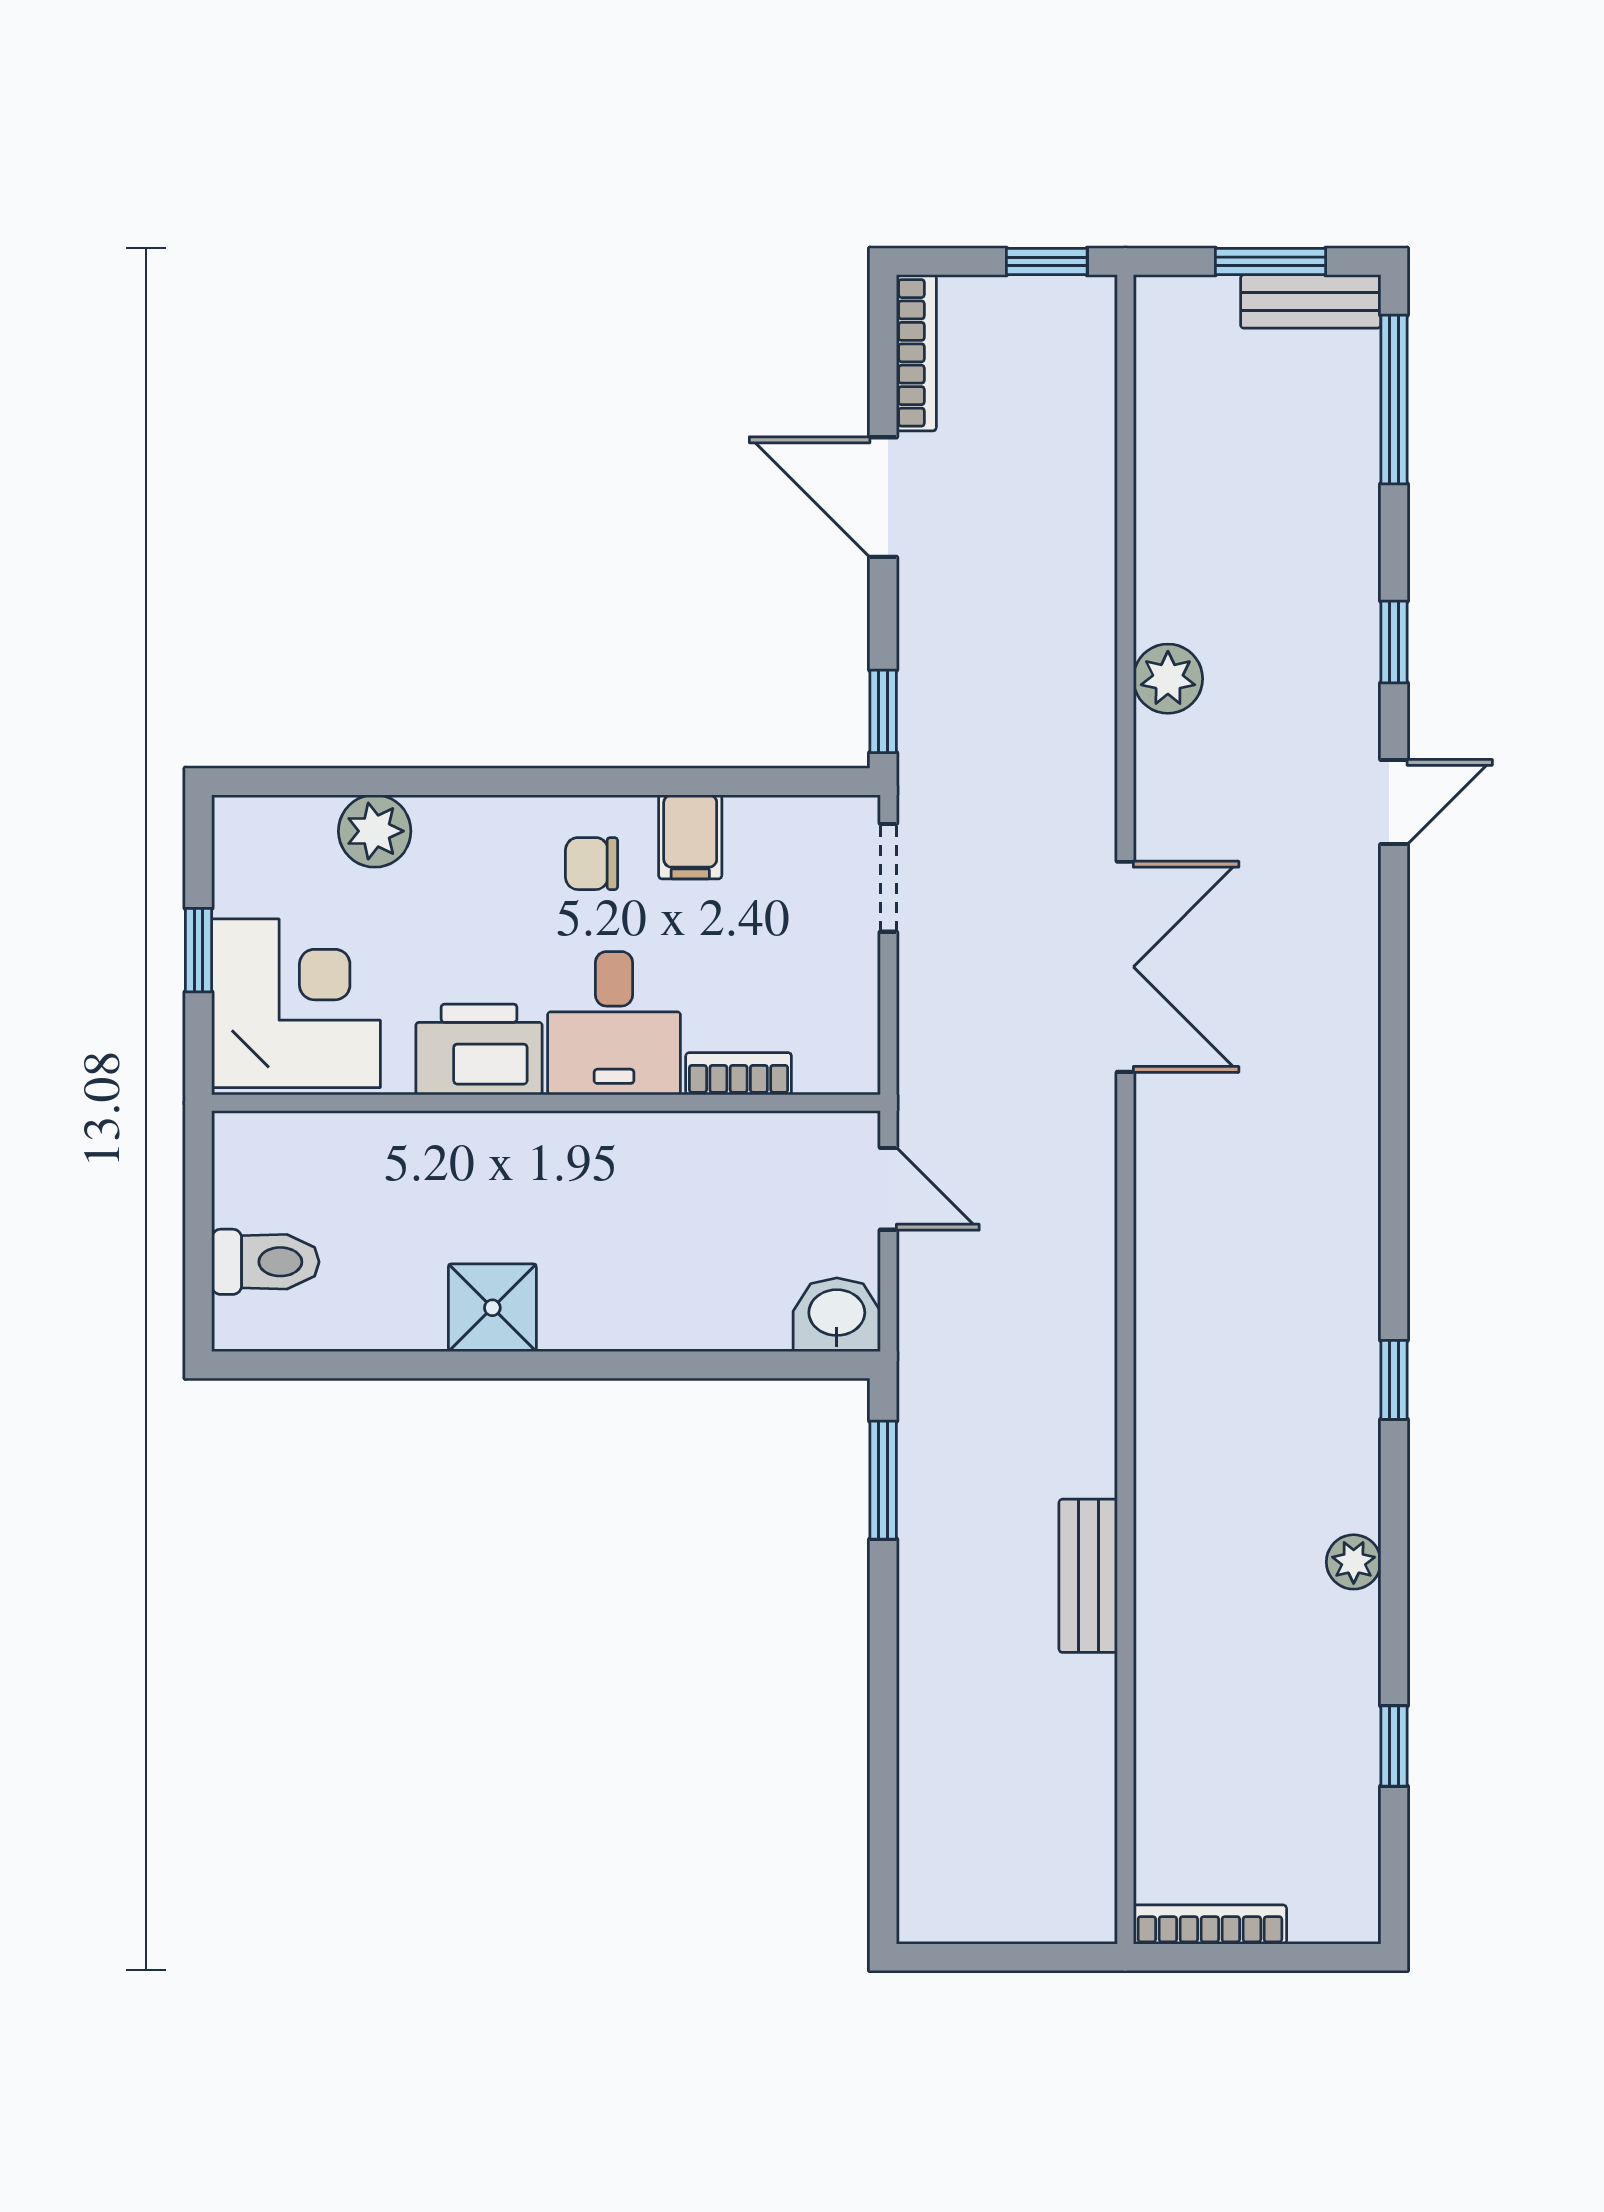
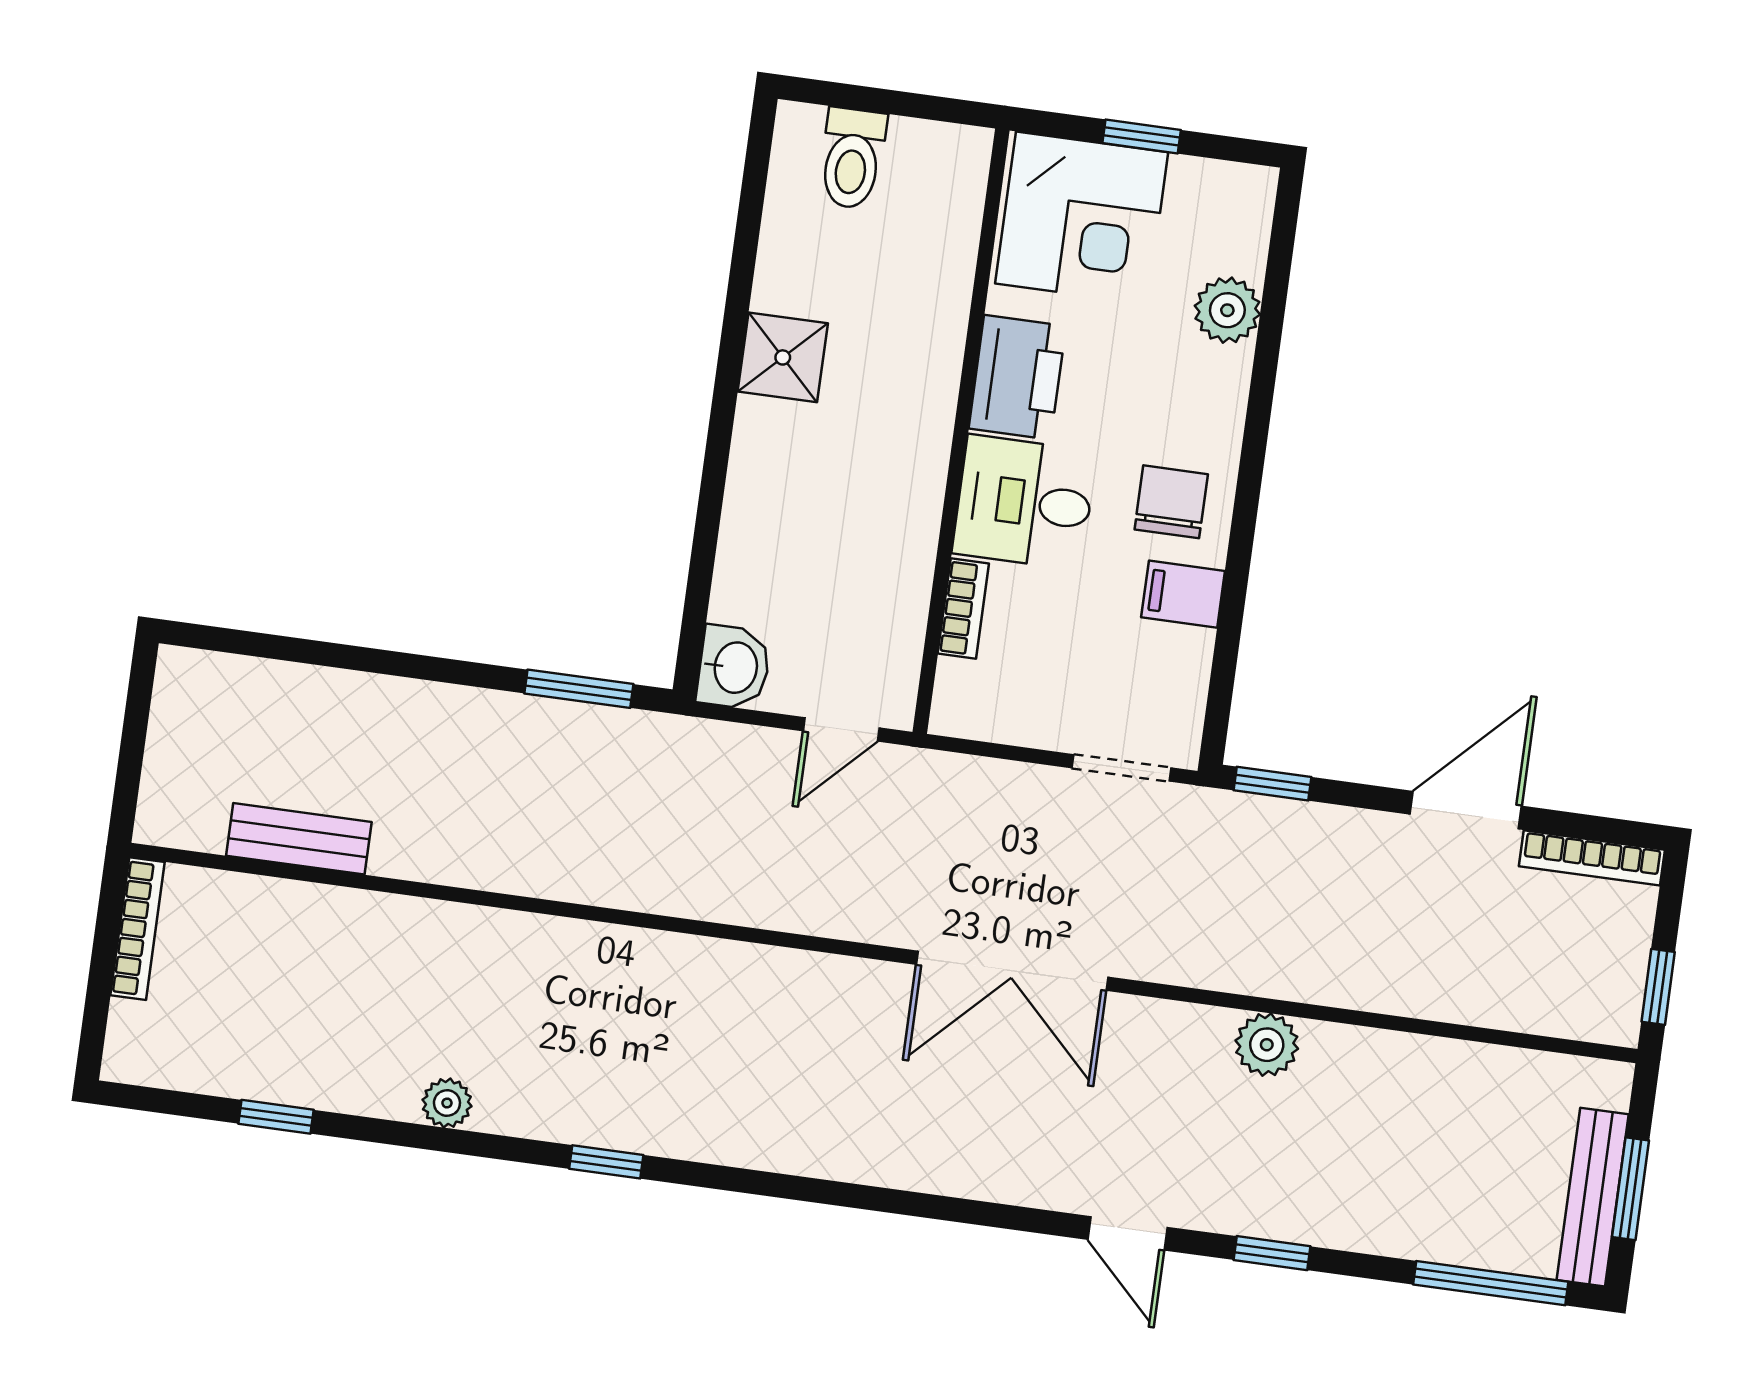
bench: (1311, 301) -> (1593, 1197), width x1.36
chair: (592, 864) -> (1171, 502), width x1.37, depth x1.37
bench: (1088, 1576) -> (299, 839), moved

